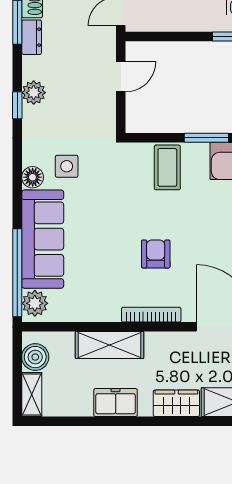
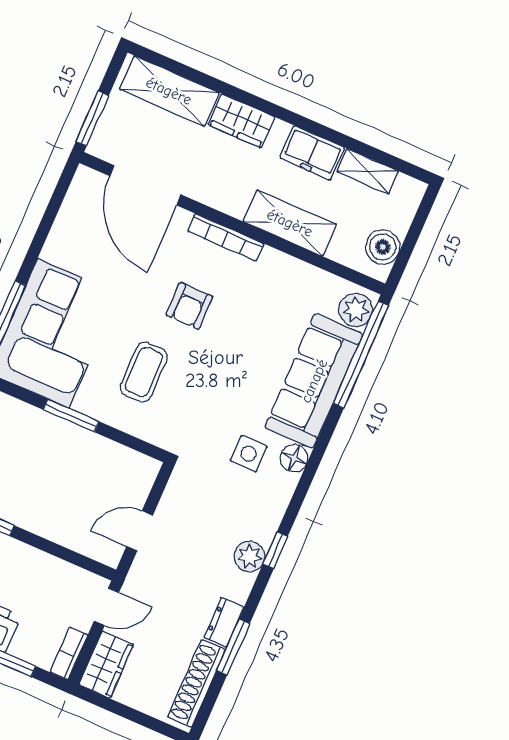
coffee table: (167, 167) -> (144, 372), moved
shelving: (32, 394) -> (368, 171), moved, turned 90

